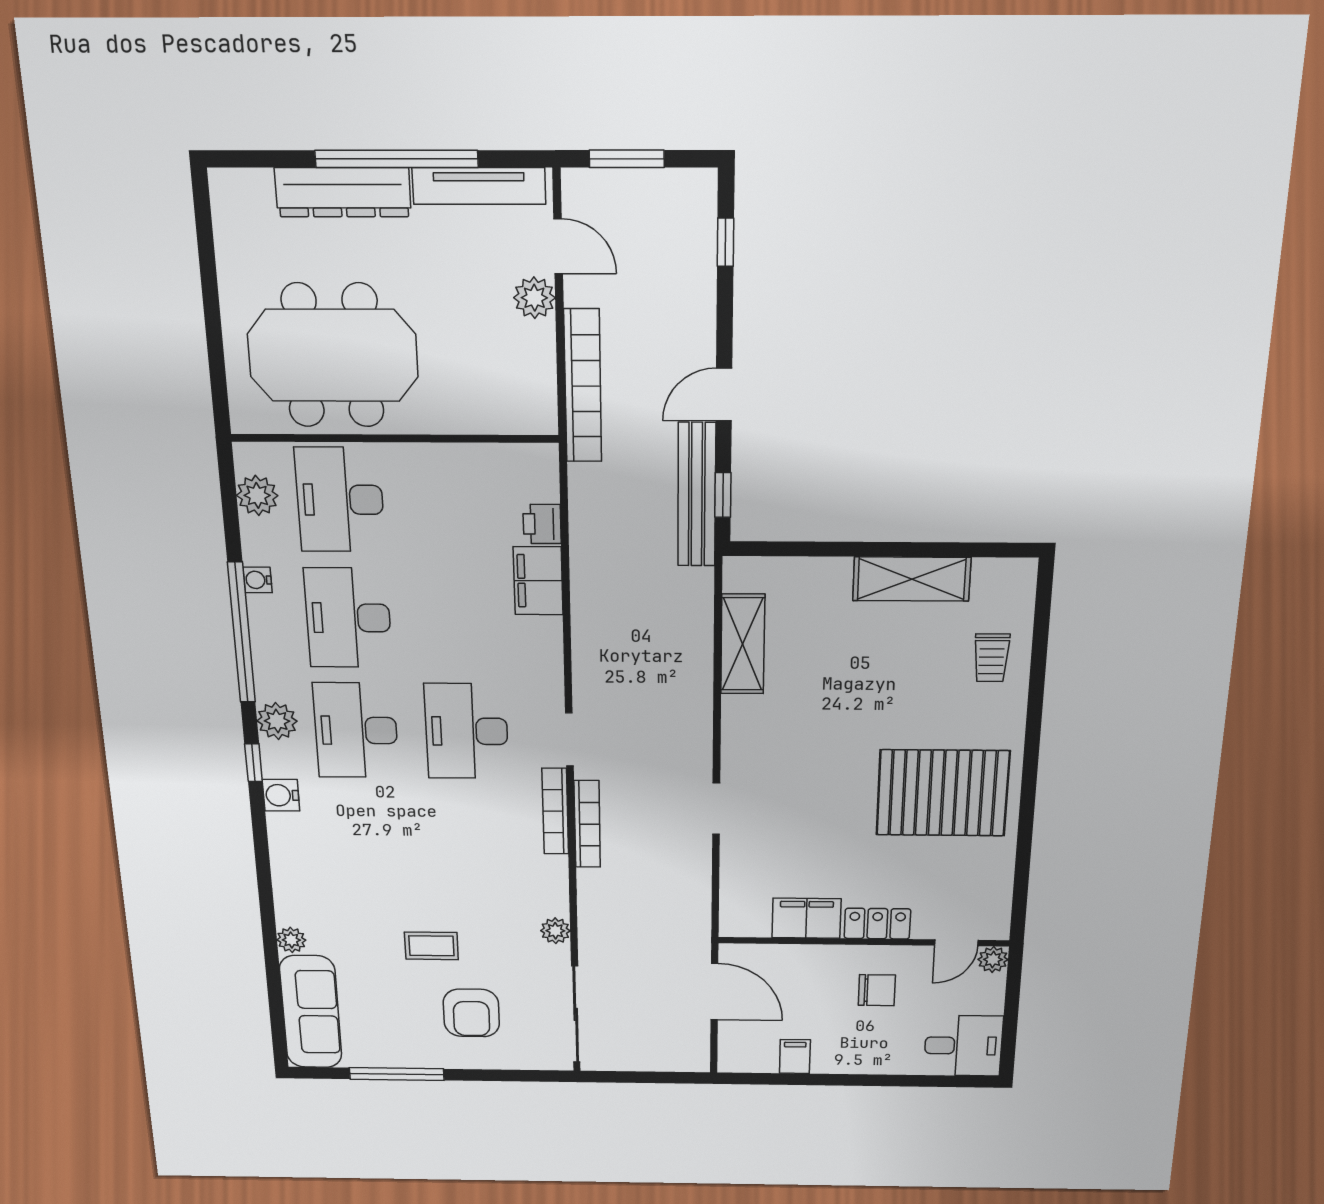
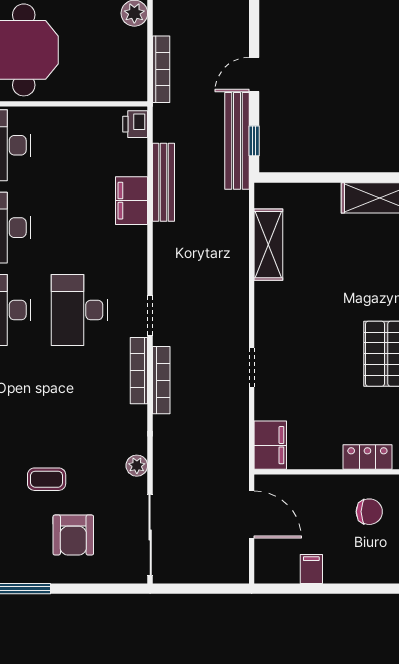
bookcase: (583, 386) -> (161, 69), width x0.68, depth x0.76
printer: (542, 524) -> (135, 124), moved
bench: (586, 555) -> (164, 182), added
filing cabinet: (807, 918) -> (270, 445), moved, turned 90

